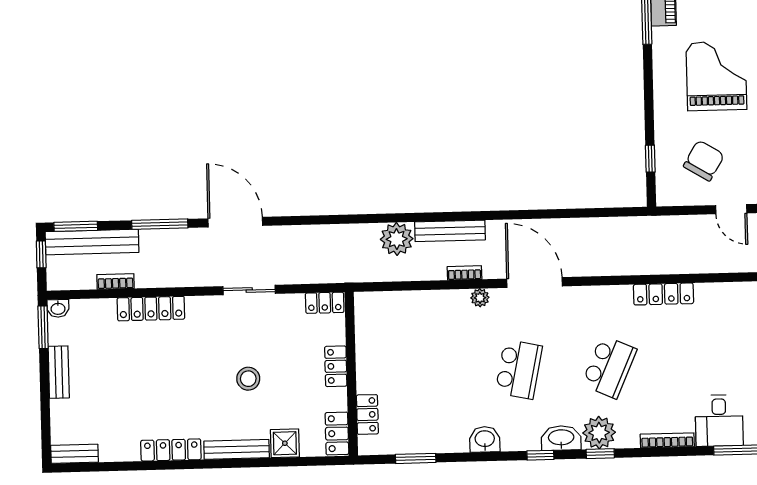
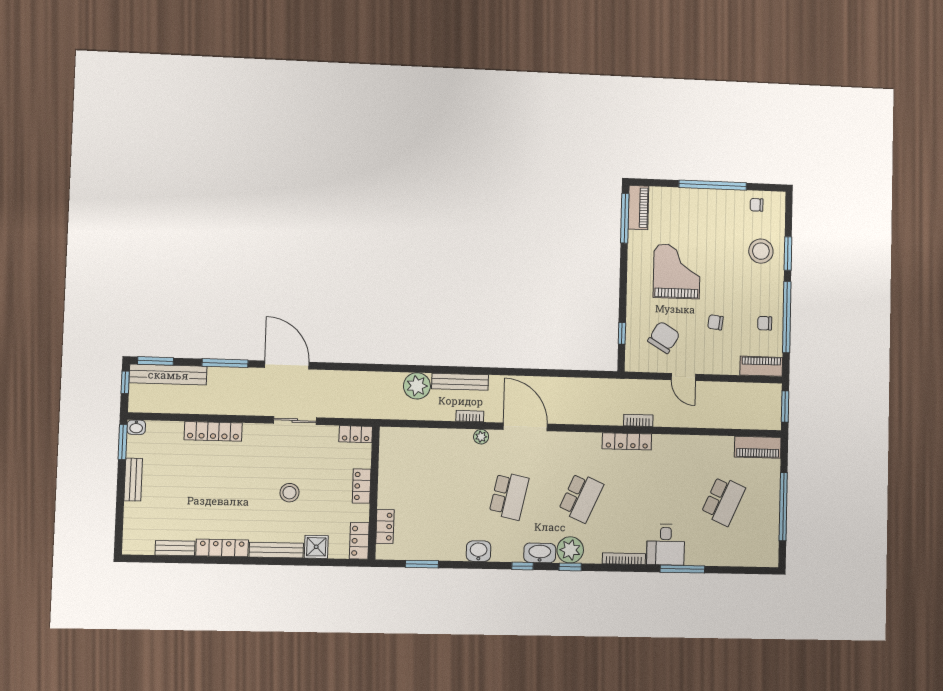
bookcase: (116, 282) -> (638, 420), moved
bench: (74, 454) -> (175, 548), moved

